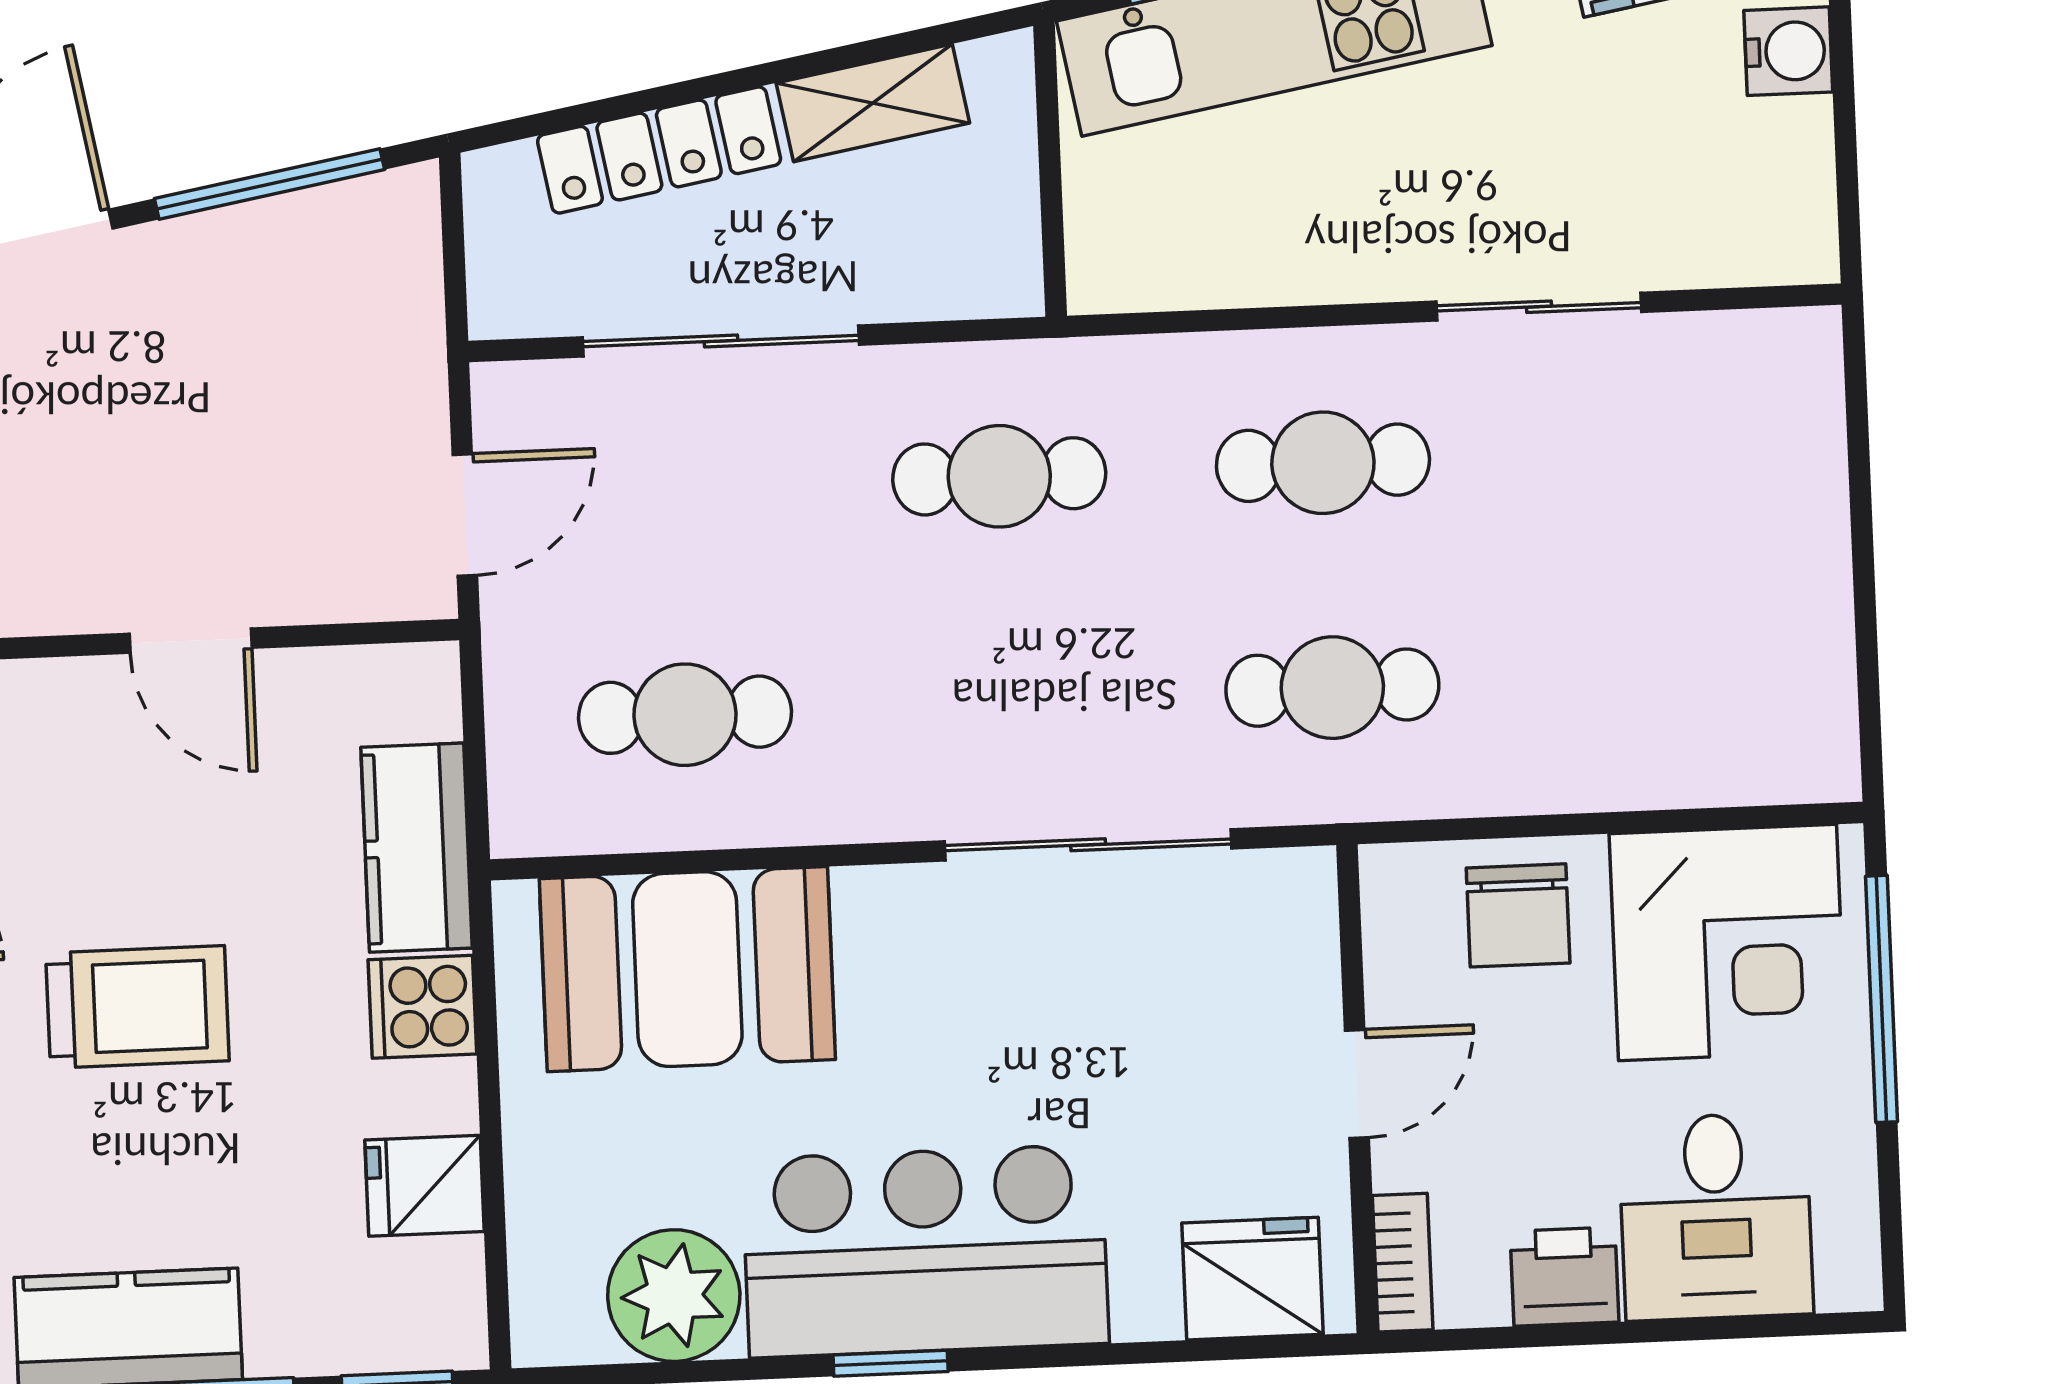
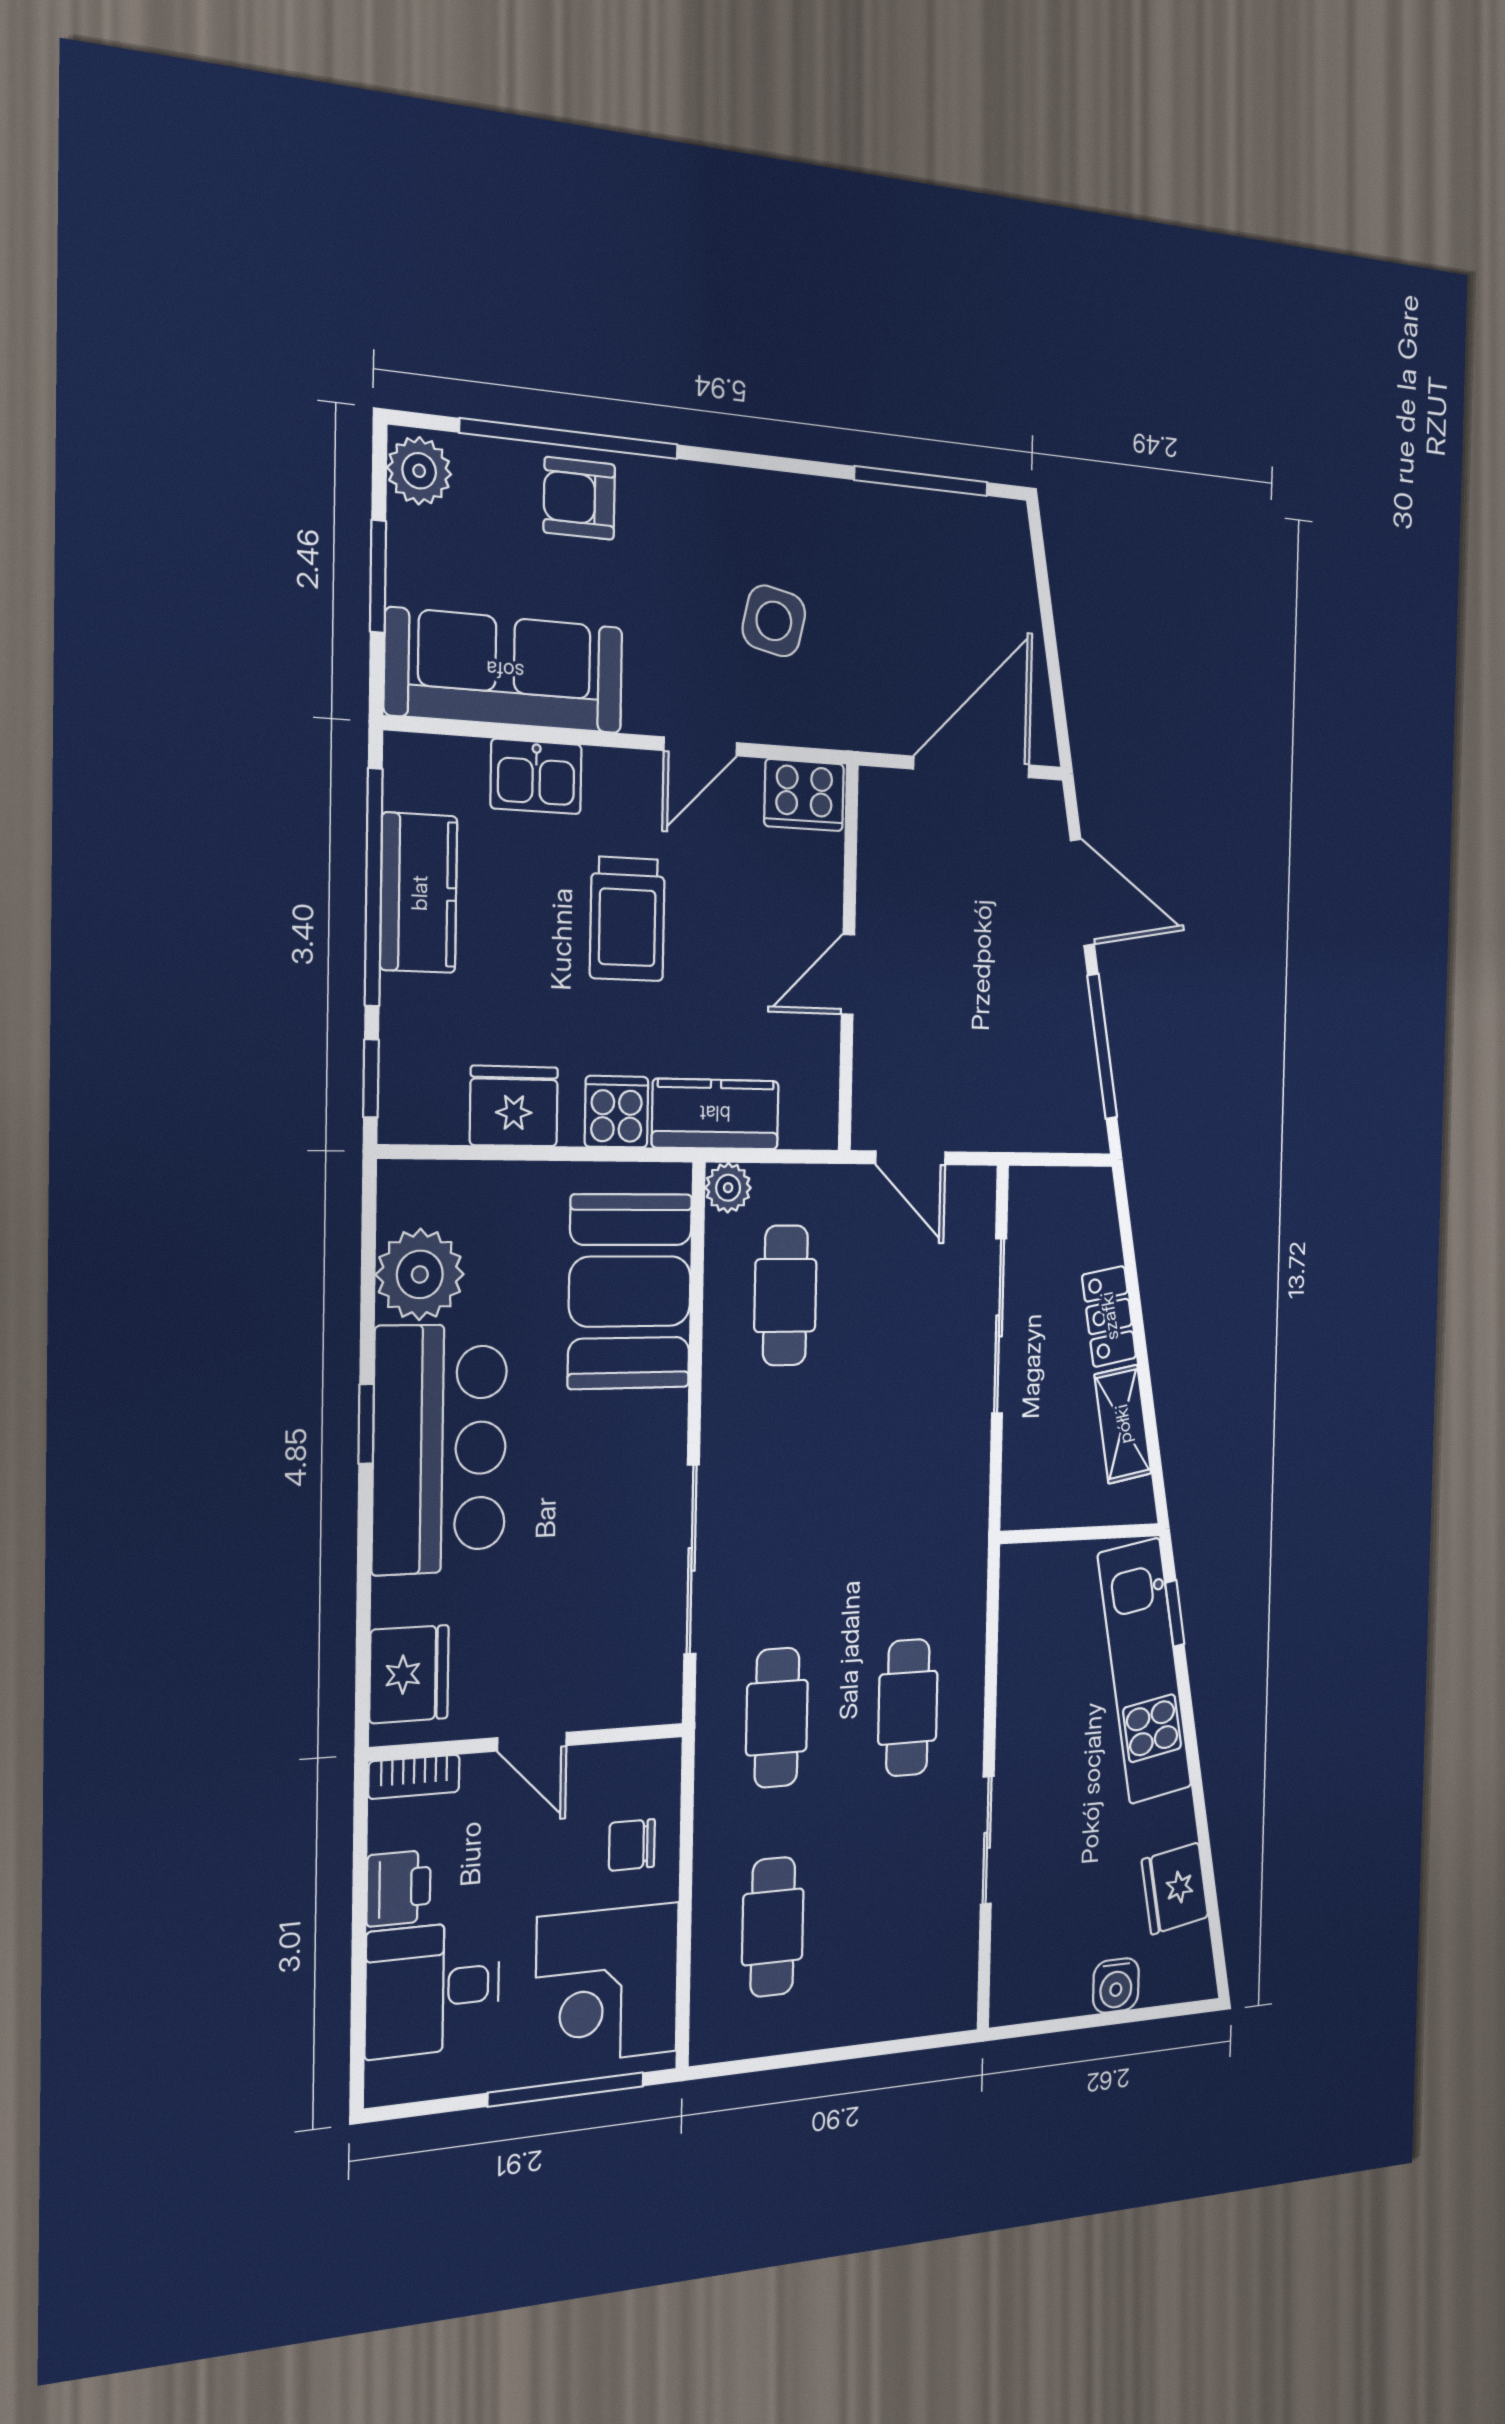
locker: (659, 150) -> (1109, 1316), width x0.66
cafe table: (999, 476) -> (773, 1927), moved
plant: (526, 820) -> (728, 1188), added
chair: (1518, 915) -> (632, 1845), width x0.73, depth x0.73
fridge: (425, 1186) -> (514, 1106), width x1.38

